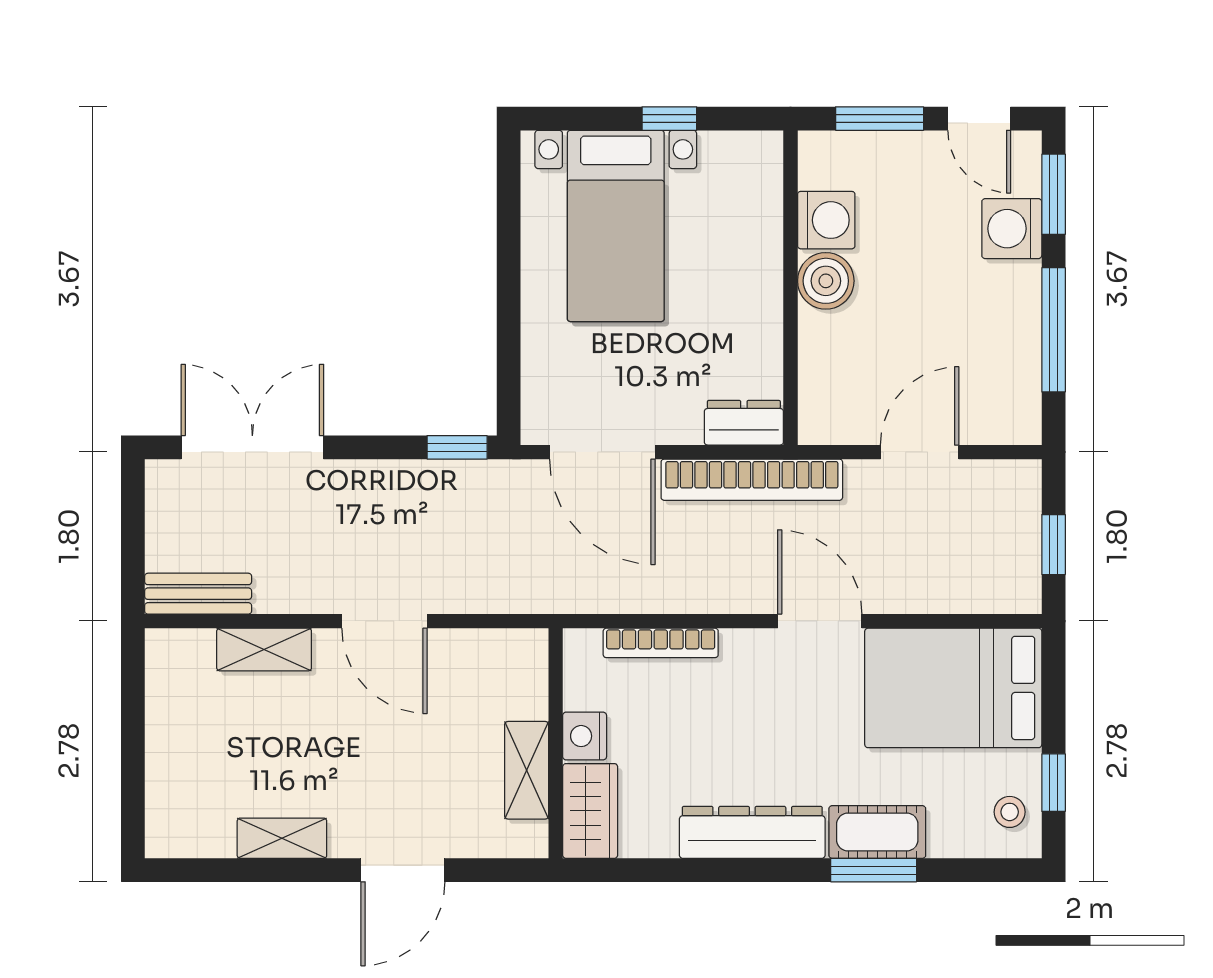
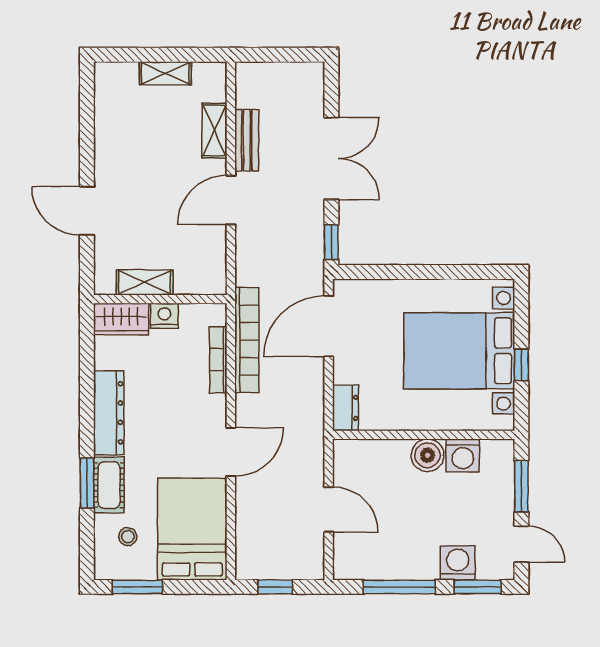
door: (979, 119) -> (521, 544), swing flipped
bed with nightstands: (616, 226) -> (459, 351), width x1.36
double door: (252, 447) -> (331, 158), moved
bookcase: (752, 480) -> (247, 340), moved, turned 180
bench: (198, 594) -> (247, 140), moved
window: (1054, 783) -> (137, 587), width x1.50
stool: (1010, 812) -> (128, 537), moved
shelving: (282, 838) -> (165, 73), moved, turned 90

